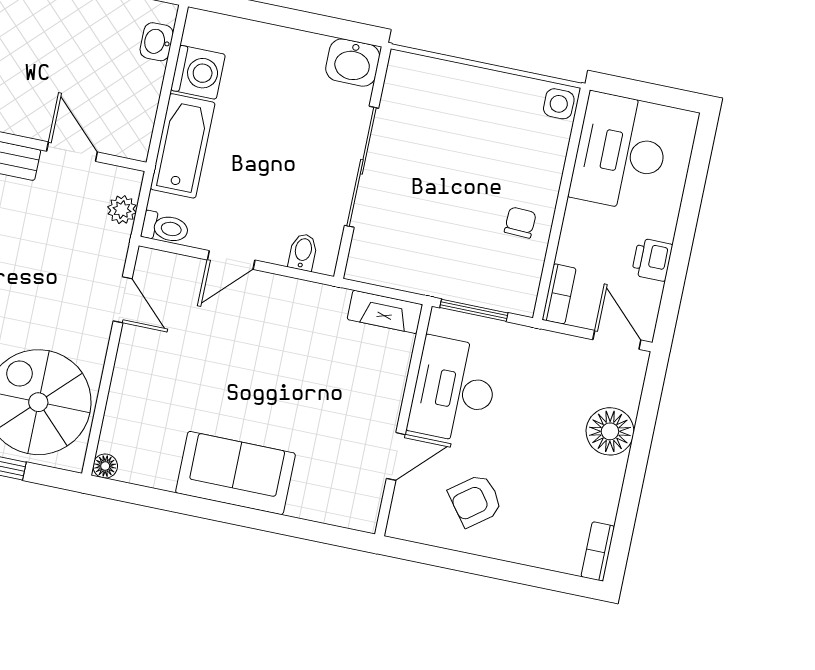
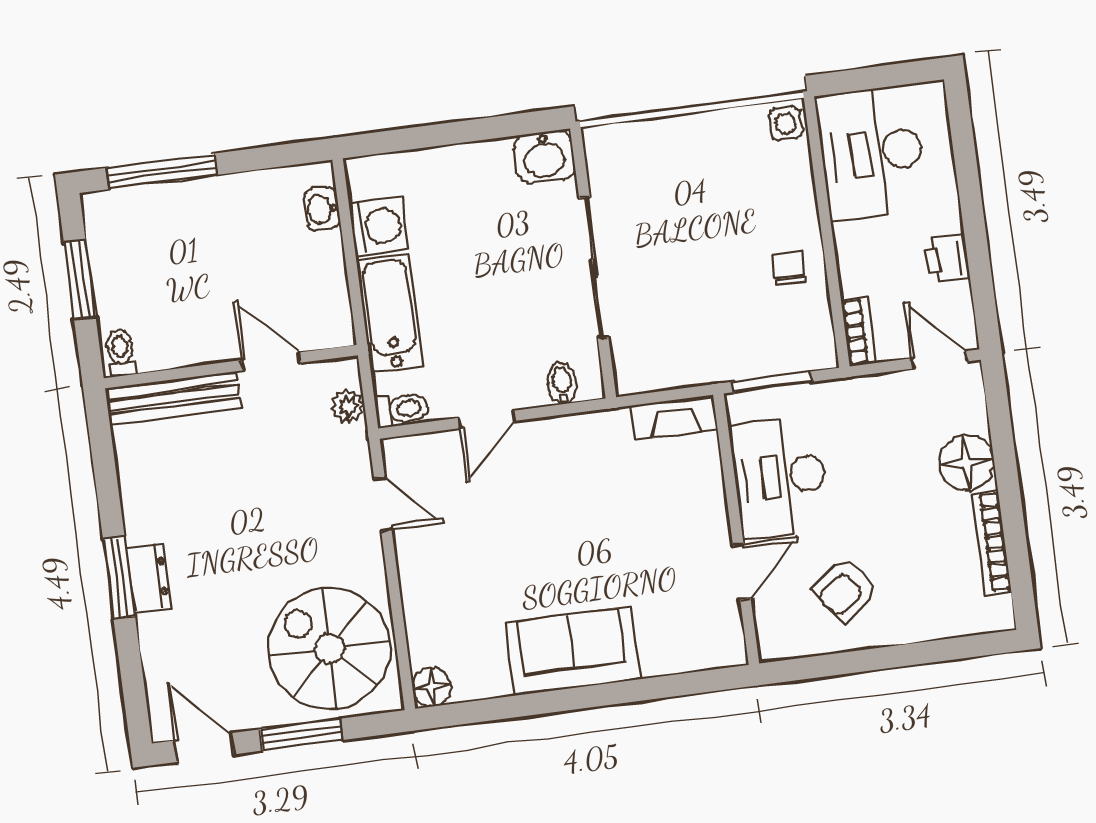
floor lamp: (105, 466) -> (432, 687), width x1.37, depth x1.37
bookcase: (598, 551) -> (992, 543), moved, width x1.56

